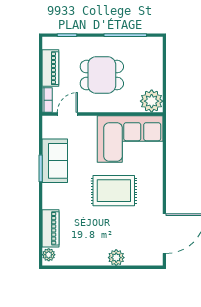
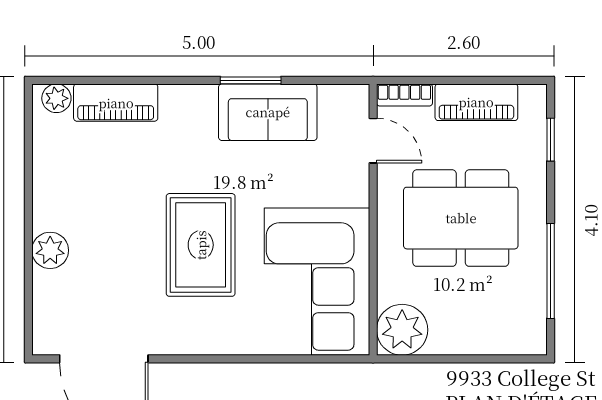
dining table: (102, 75) -> (461, 218), width x1.38

